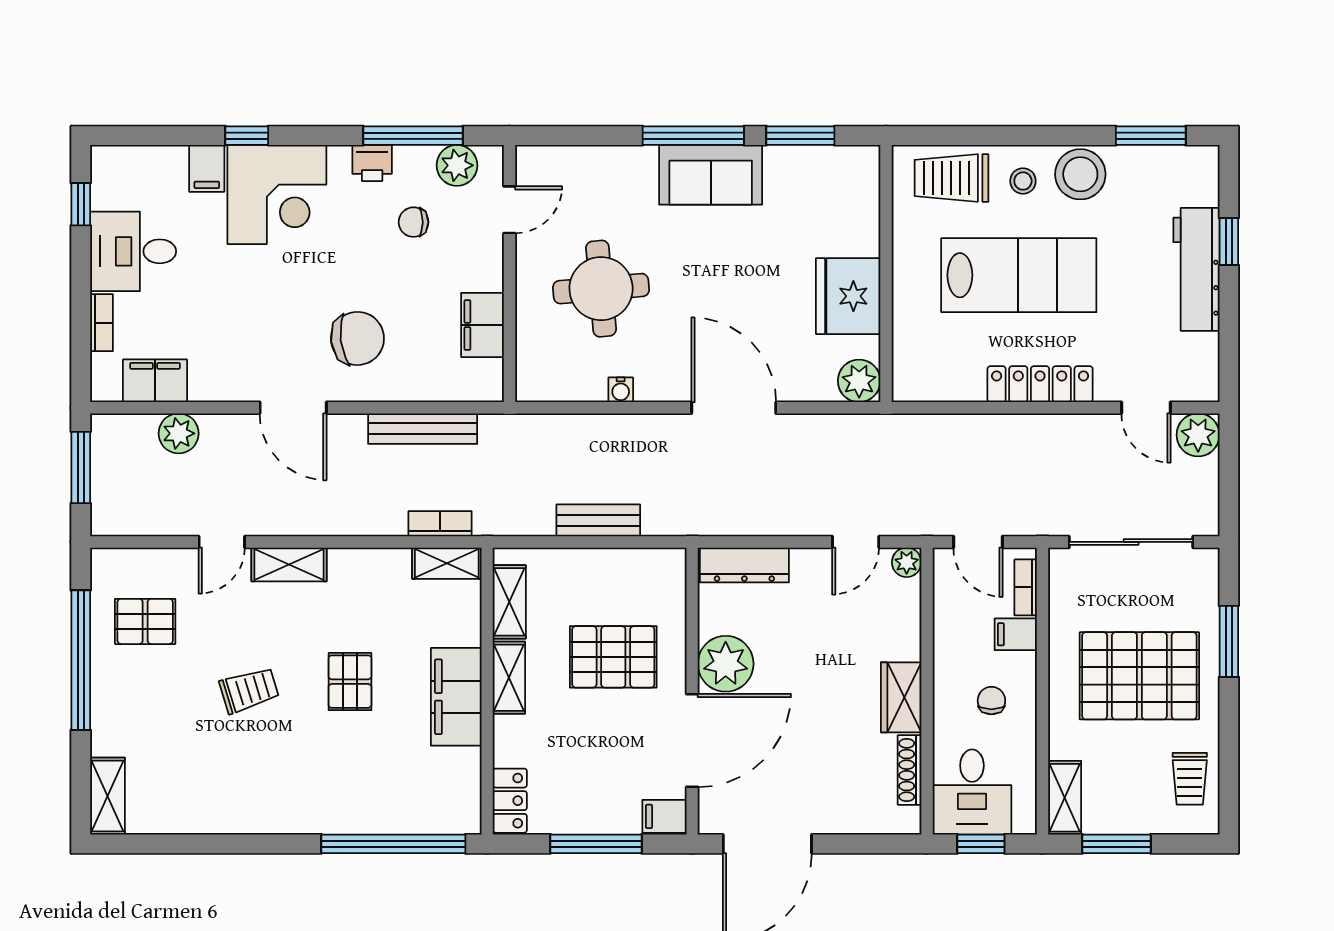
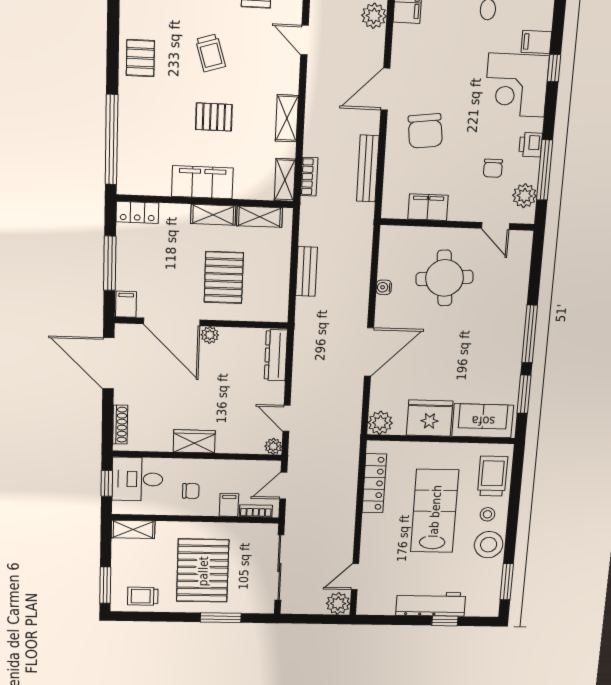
sofa: (711, 175) -> (483, 421), moved, turned 90
chair: (413, 222) -> (493, 168), turned 180
lab bench: (1019, 275) -> (435, 511), turned 180
locker: (1040, 384) -> (374, 483), moved
shelving: (289, 564) -> (287, 118), moved
plant: (726, 664) -> (210, 335), width x0.53, depth x0.53
shoe rack: (910, 770) -> (120, 425), moved, turned 90
pallet: (262, 800) -> (140, 58), added
window: (1116, 844) -> (105, 585), moved

